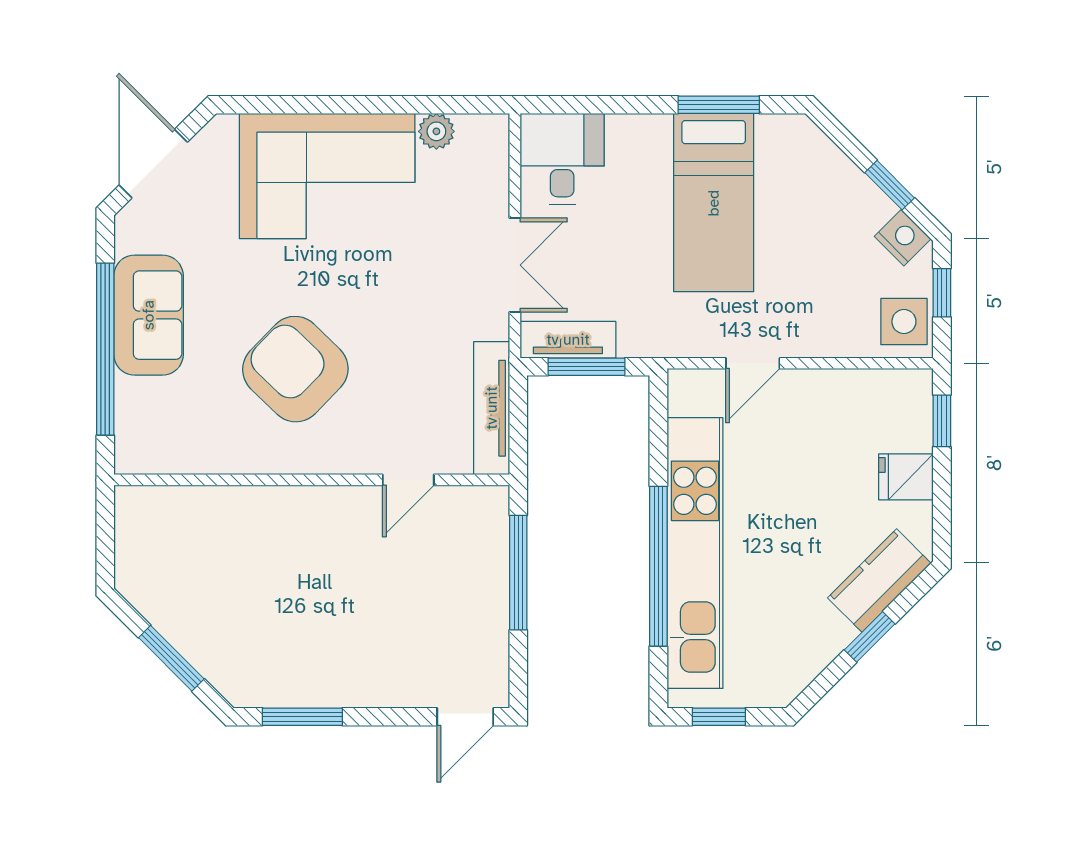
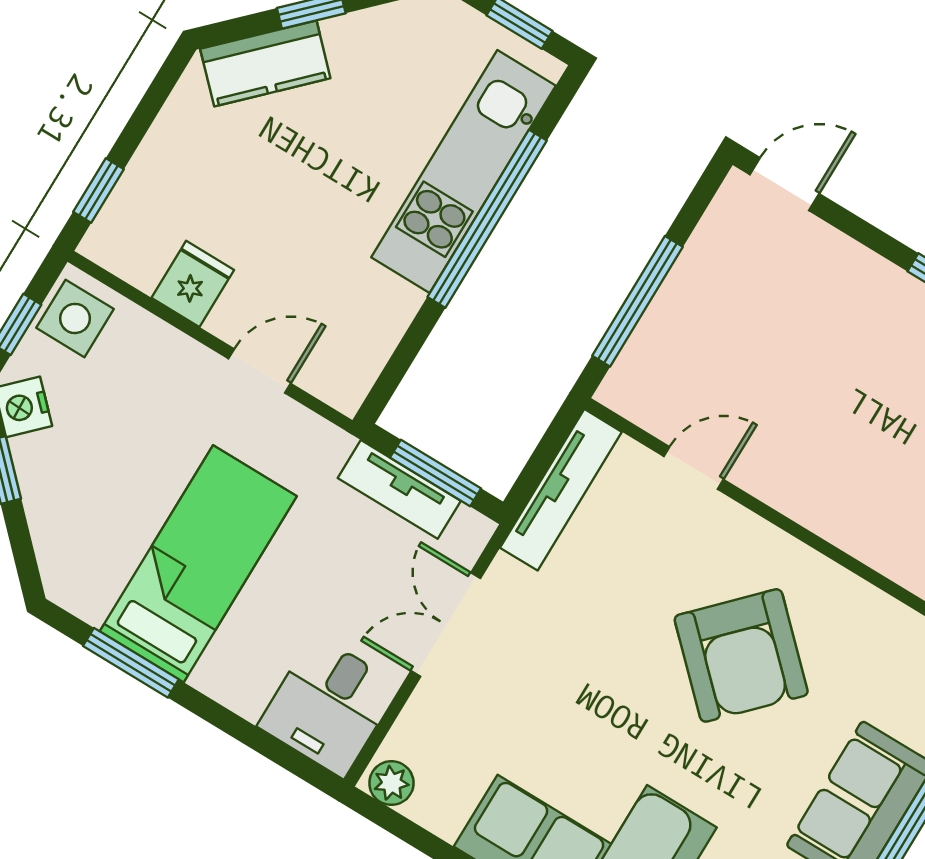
plant: (436, 131) -> (391, 783), moved
tv unit: (568, 340) -> (399, 489), moved
fridge: (906, 477) -> (193, 284), moved, turned -90
kitchen unit: (695, 553) -> (463, 172), width x0.73

